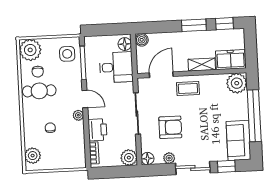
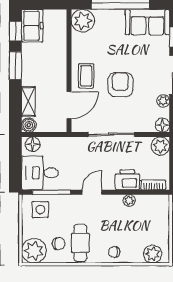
freezer: (231, 60) -> (32, 26), moved, turned 180
shelving: (202, 65) -> (28, 101), moved
desk: (116, 67) -> (40, 173), moved, turned -90
door: (161, 75) -> (69, 105), swing flipped
plant: (78, 115) -> (129, 200), moved
armchair: (170, 127) -> (120, 85), moved
chair: (50, 128) -> (114, 252), moved

